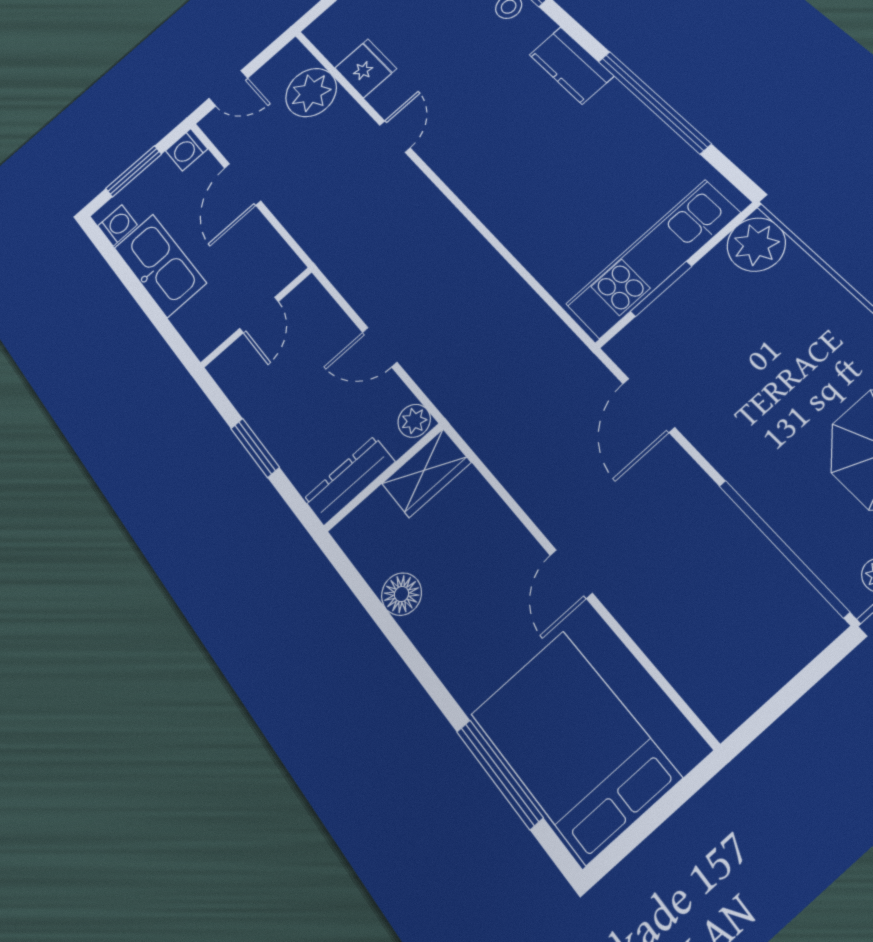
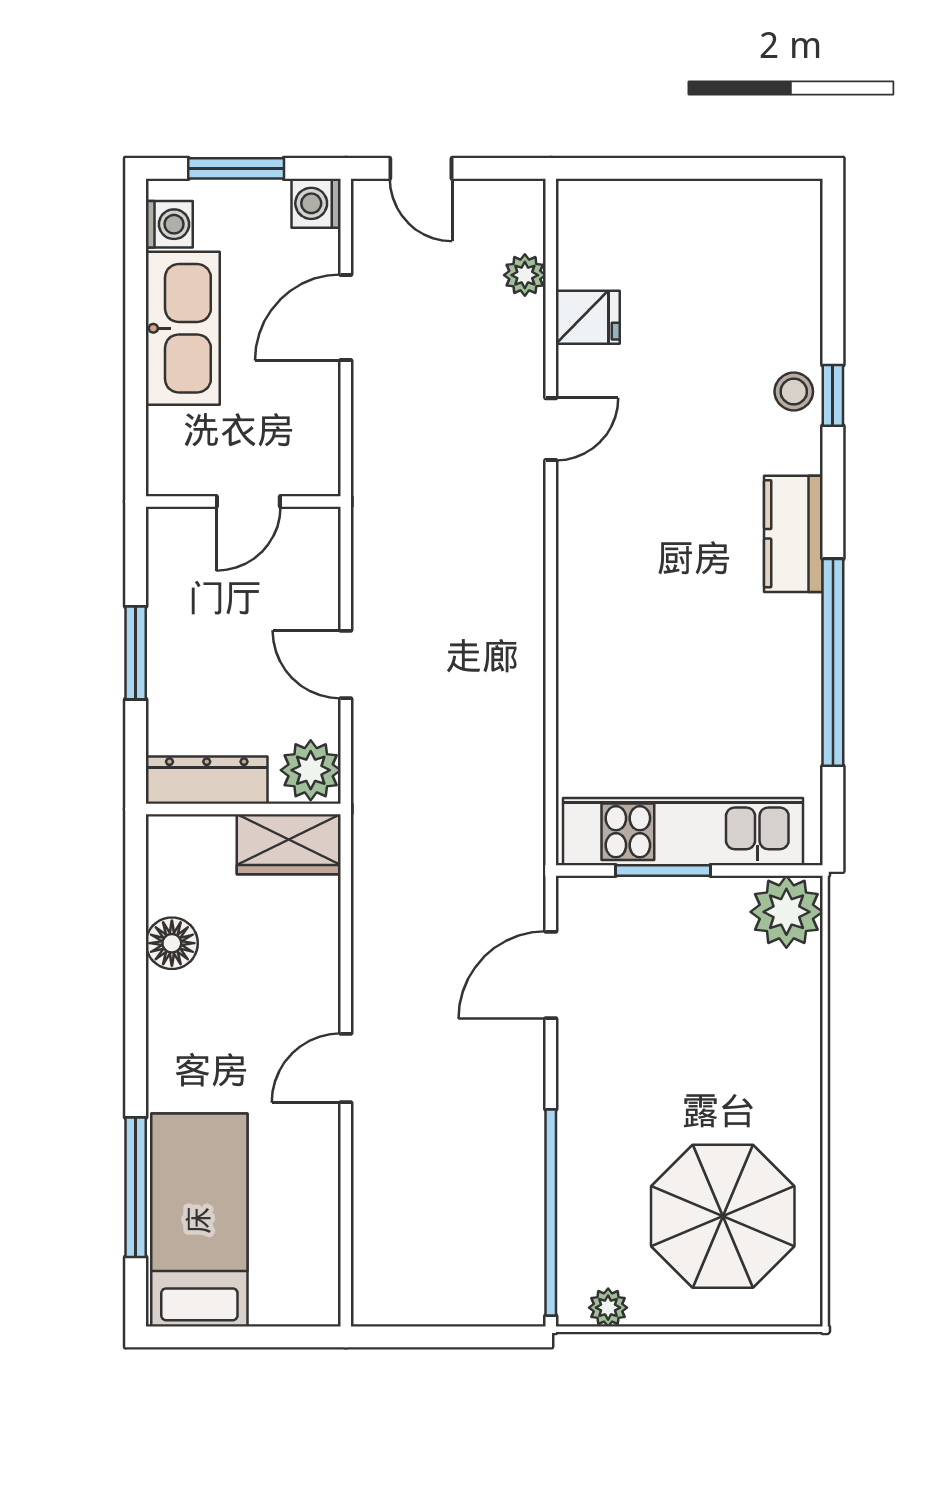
fridge: (366, 68) -> (588, 317), width x0.72
plant: (311, 93) -> (525, 275), width x0.53, depth x0.53
plant: (414, 421) -> (311, 770), width x1.38, depth x1.38
bed: (574, 745) -> (199, 1220), width x0.67

